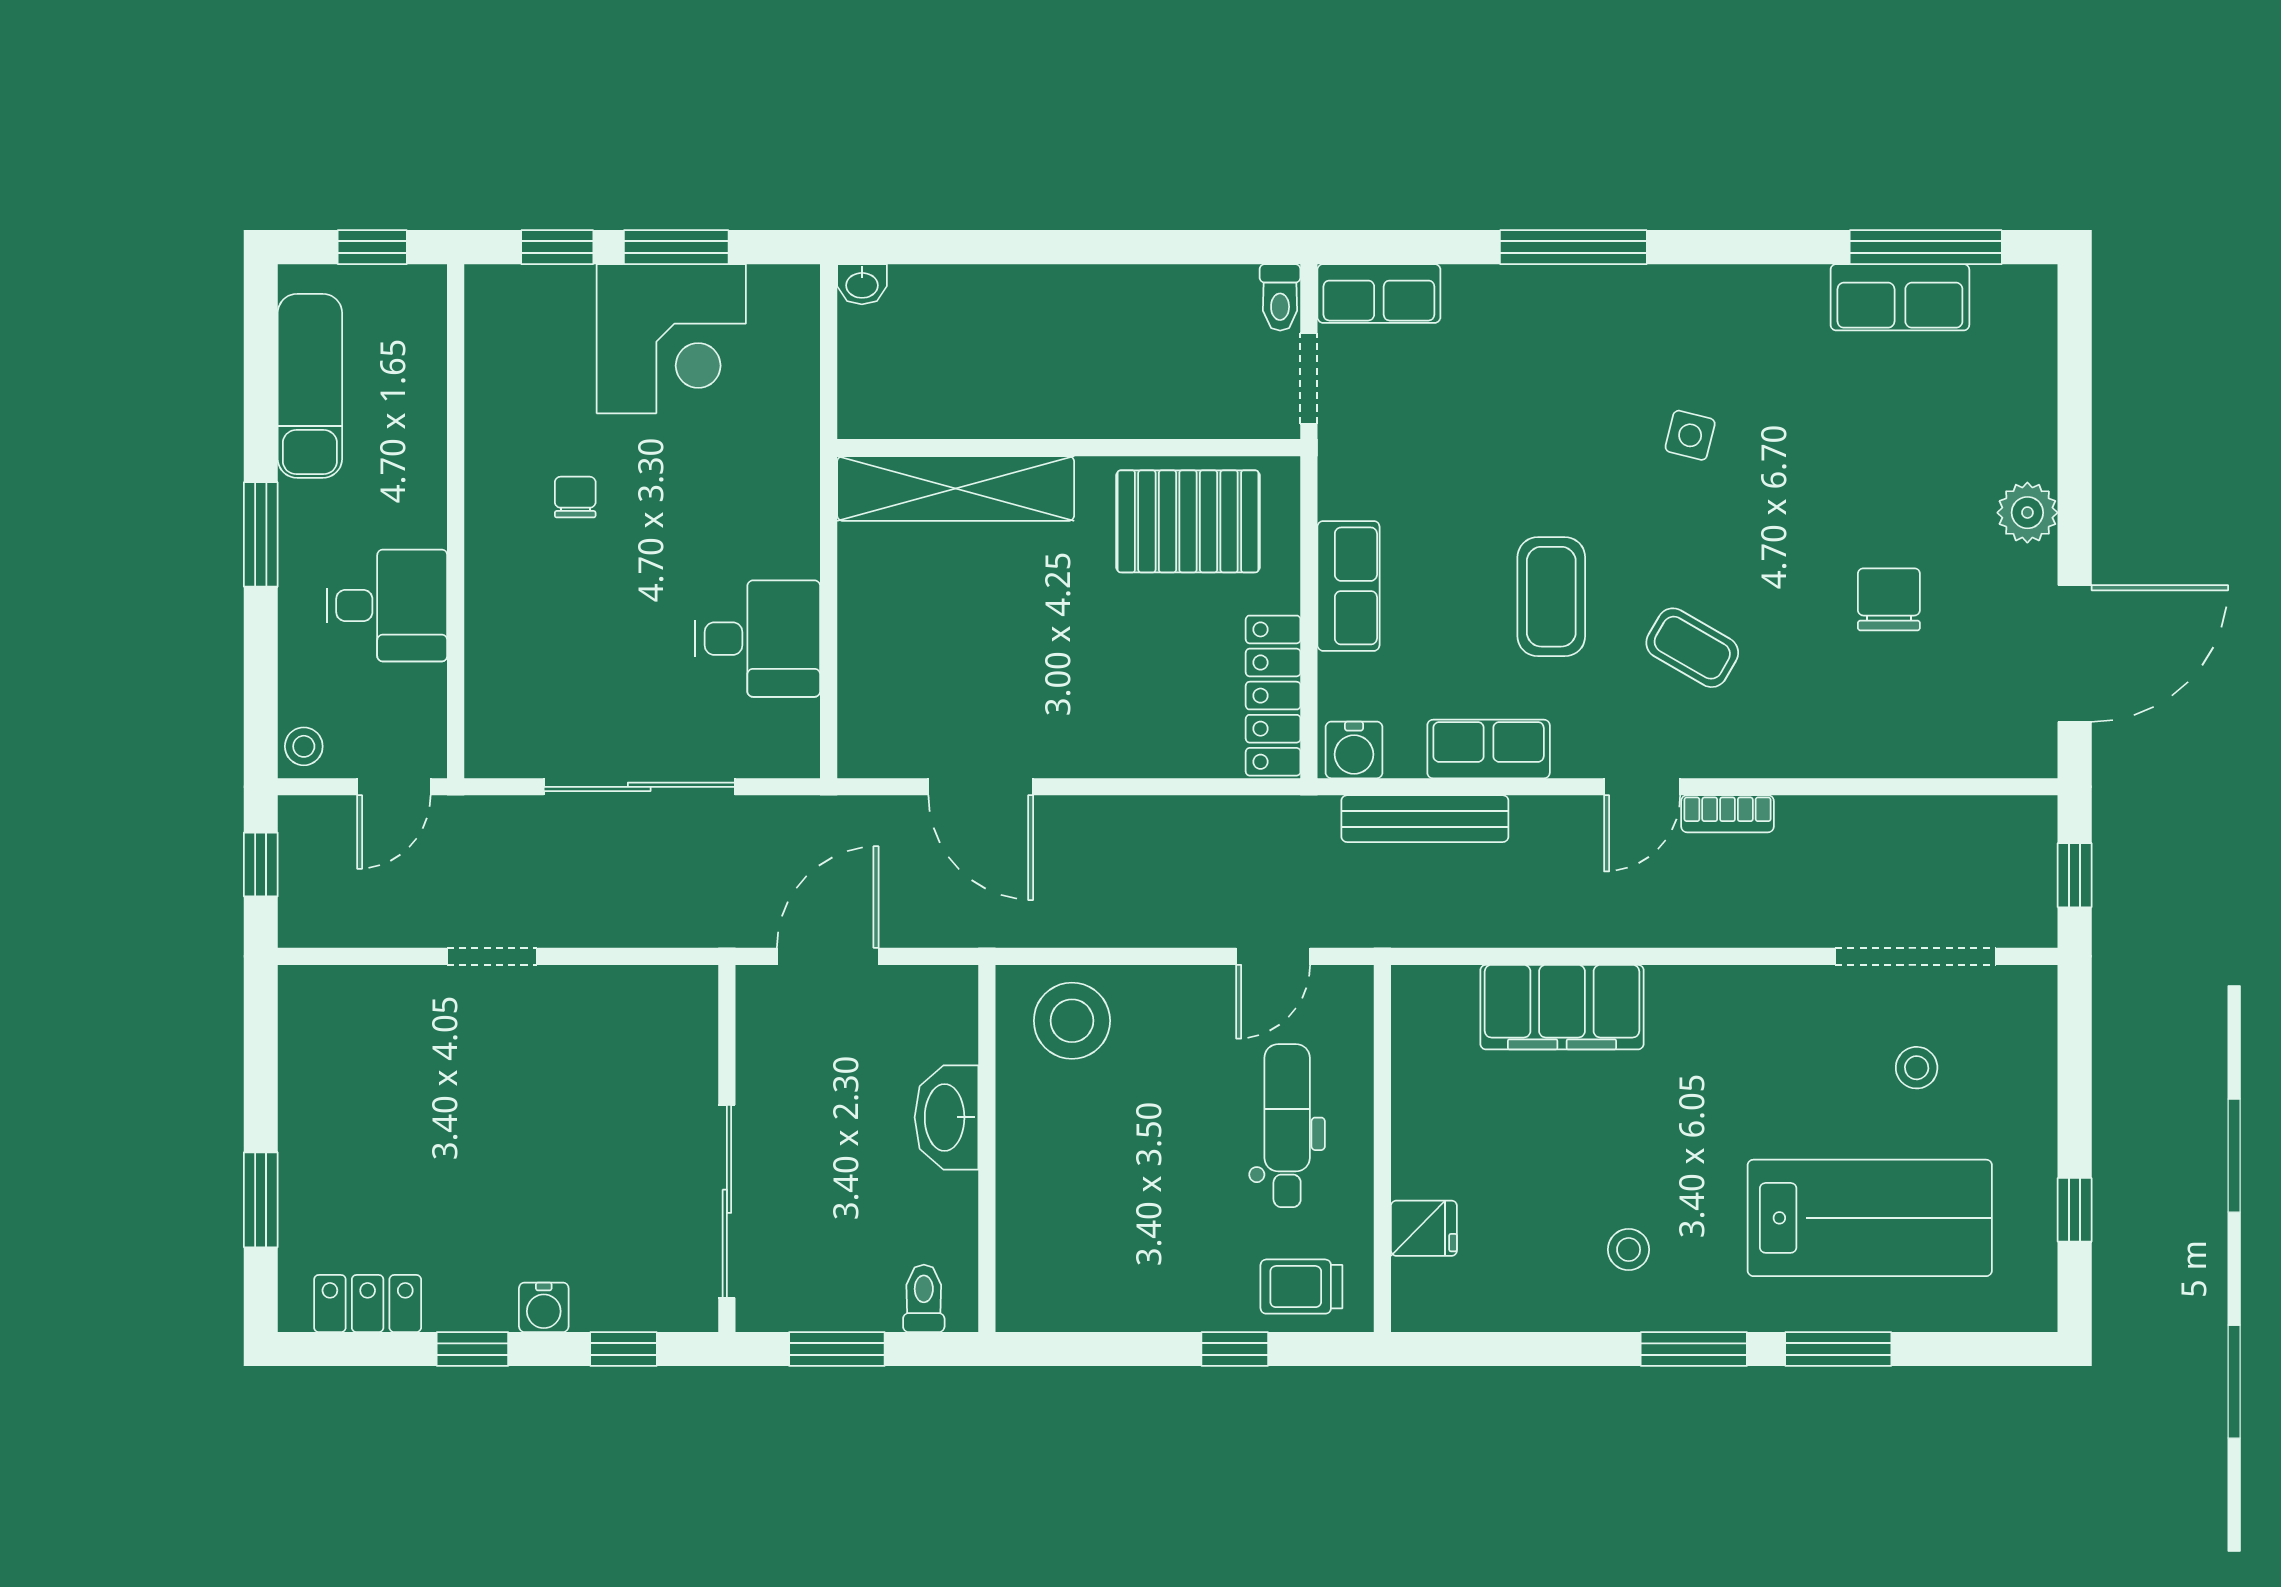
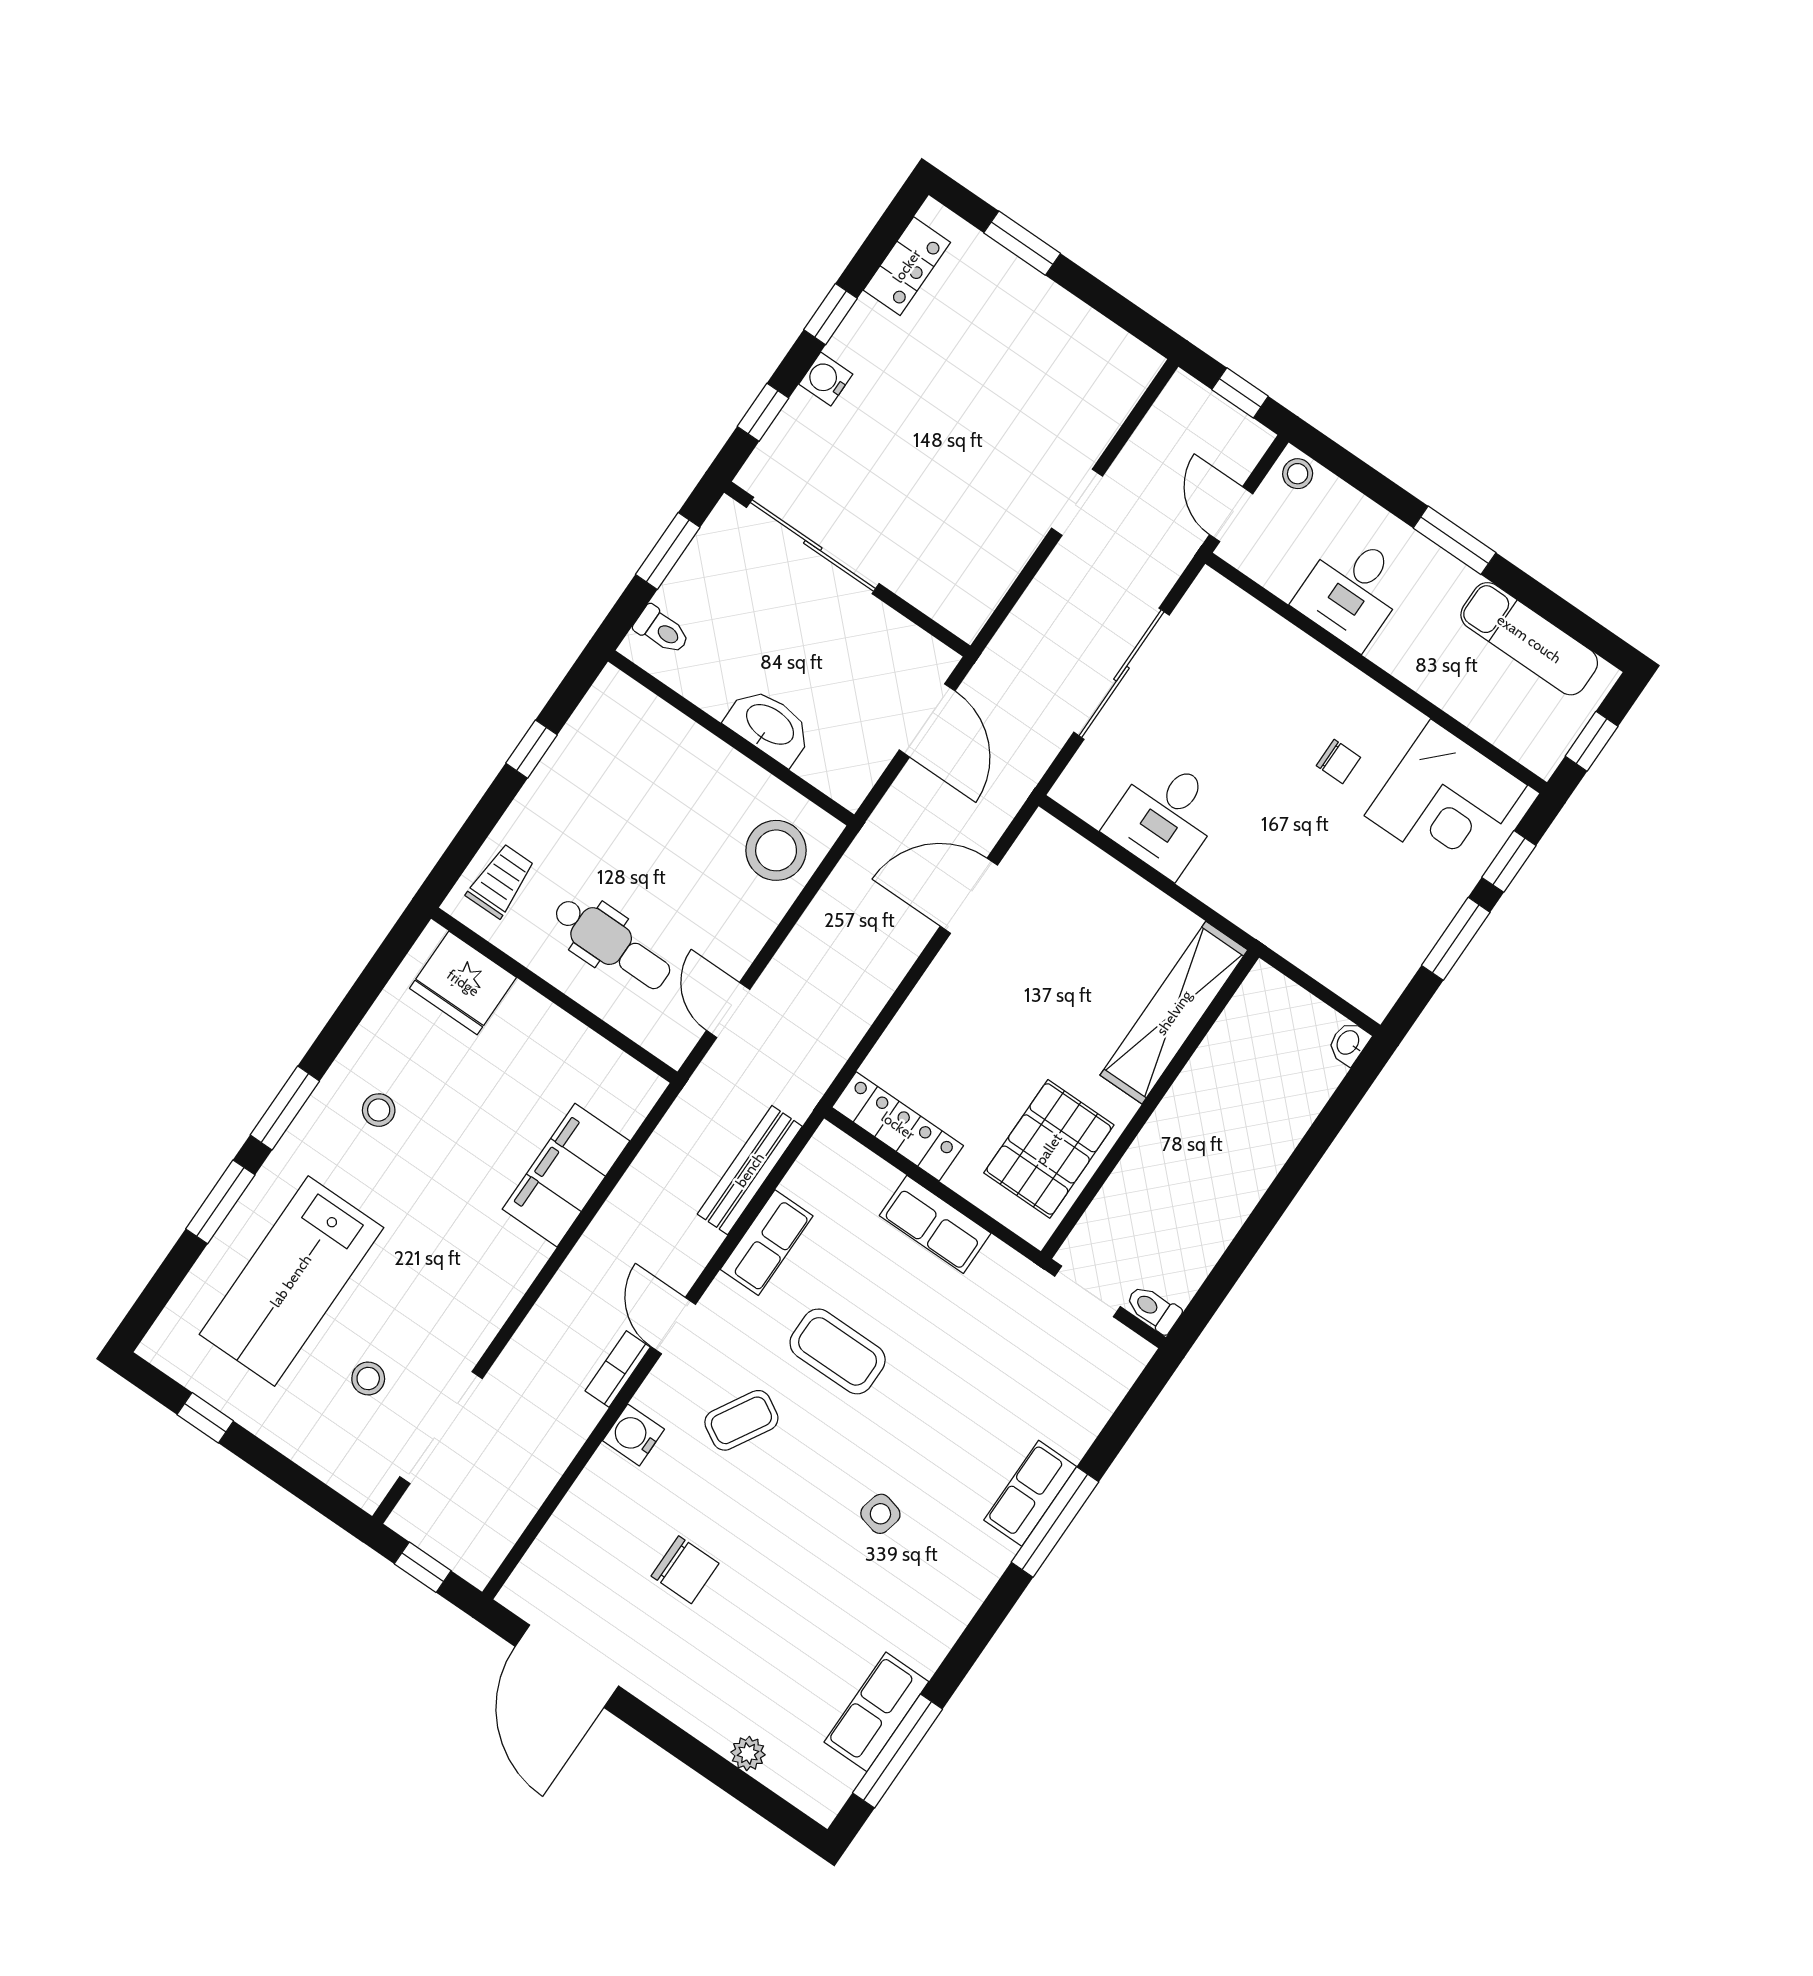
row of seats: (1379, 293) -> (1030, 1493), moved
corner desk: (671, 339) -> (1446, 800), moved, turned -90
plant: (2027, 513) -> (748, 1753), moved, width x0.73, depth x0.73
water cooler: (1354, 750) -> (633, 1435), moved
fridge: (1424, 1228) -> (463, 983), width x1.88, depth x1.34
window: (1235, 1349) -> (532, 749), moved

